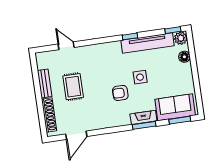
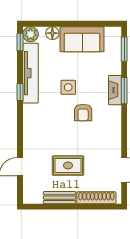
sofa: (175, 107) -> (82, 39), moved, turned -90

